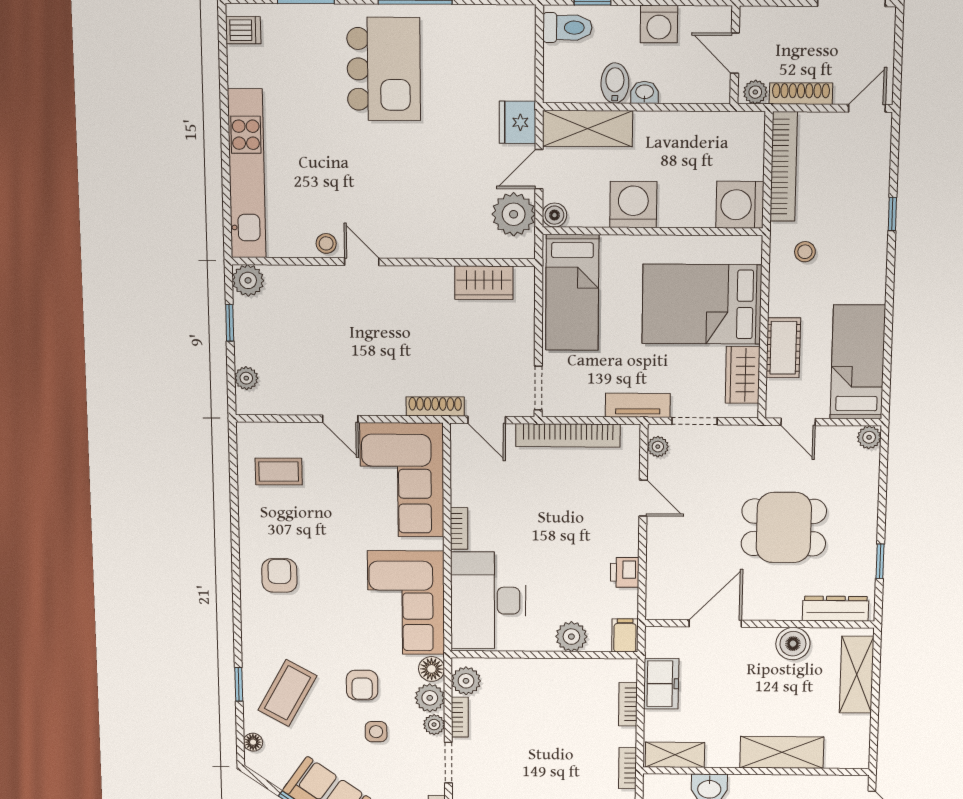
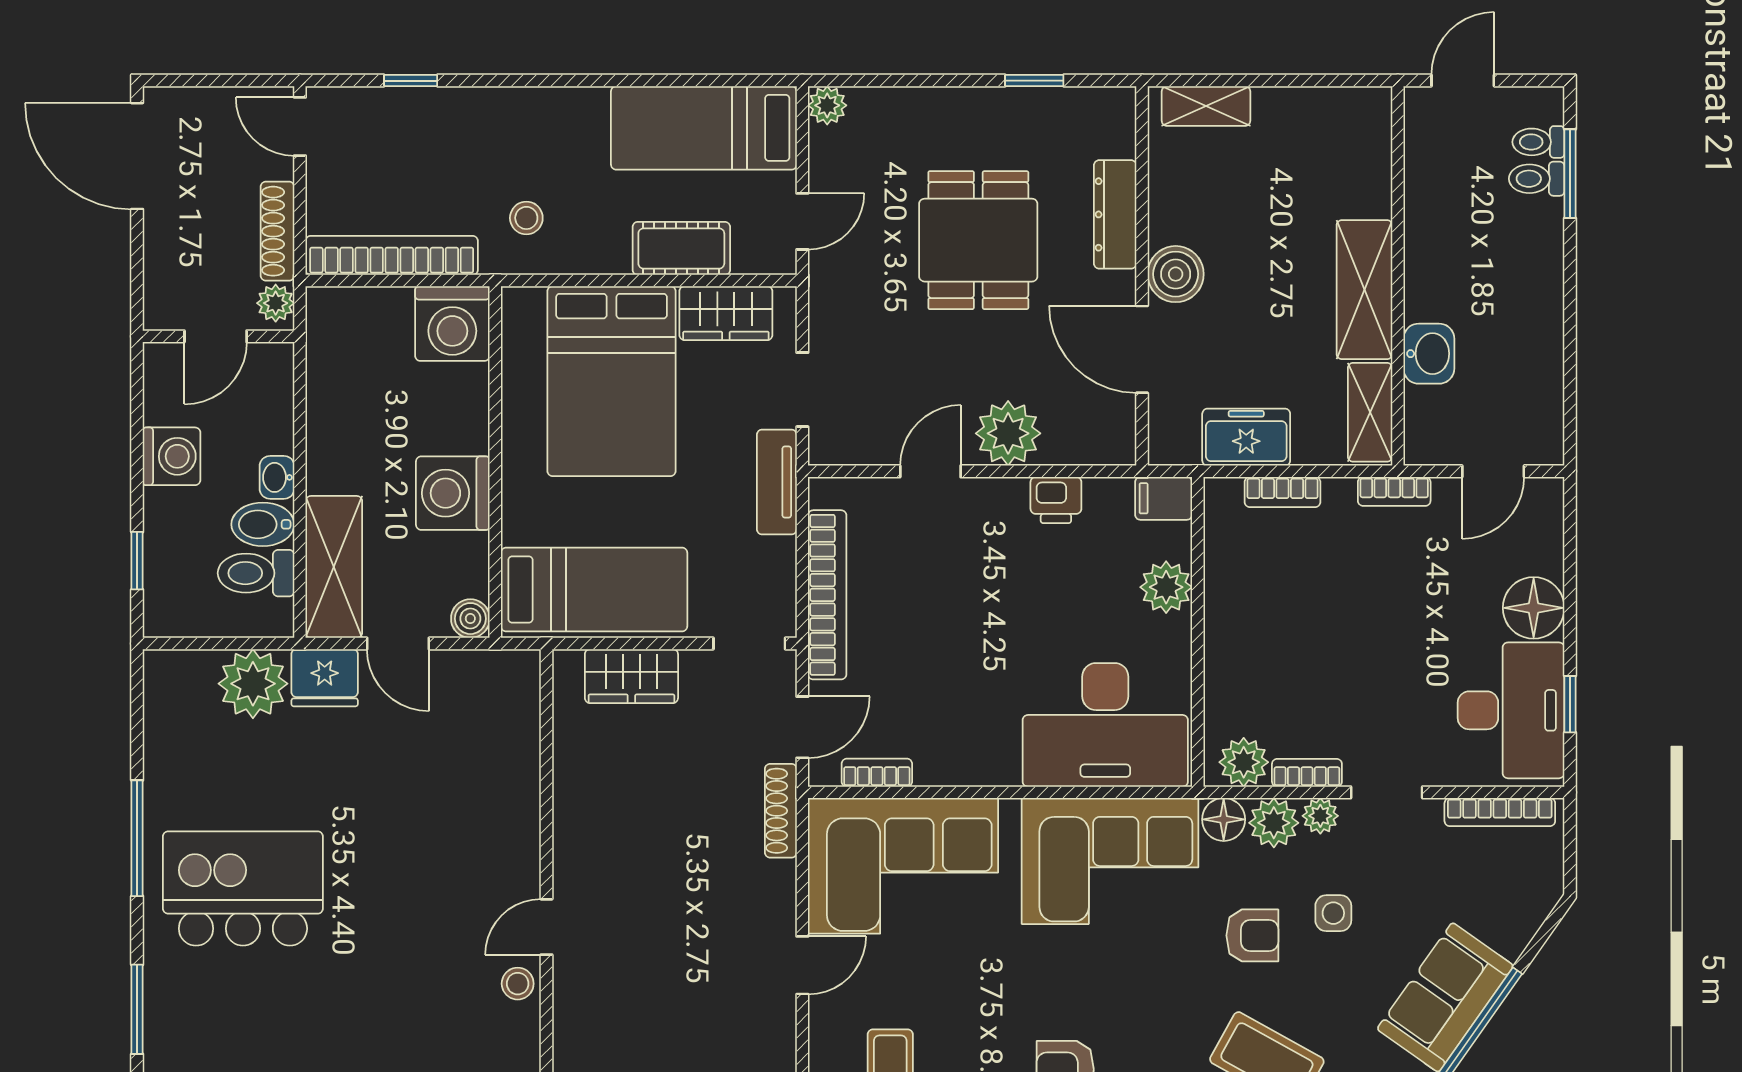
toilet: (567, 28) -> (256, 573), moved, turned -90
plant: (514, 214) -> (253, 684), moved
window: (892, 214) -> (411, 81), moved
wardrobe: (484, 283) -> (631, 676), moved, turned 90
plant: (658, 447) -> (1008, 433), moved, width x1.88, depth x1.88
bookcase: (459, 528) -> (877, 773), moved
dresser: (836, 609) -> (1115, 214), moved
boiler: (793, 644) -> (1176, 274), moved
shelving: (857, 675) -> (1206, 106), width x0.67, depth x0.75
shelving: (782, 752) -> (1364, 290), moved

